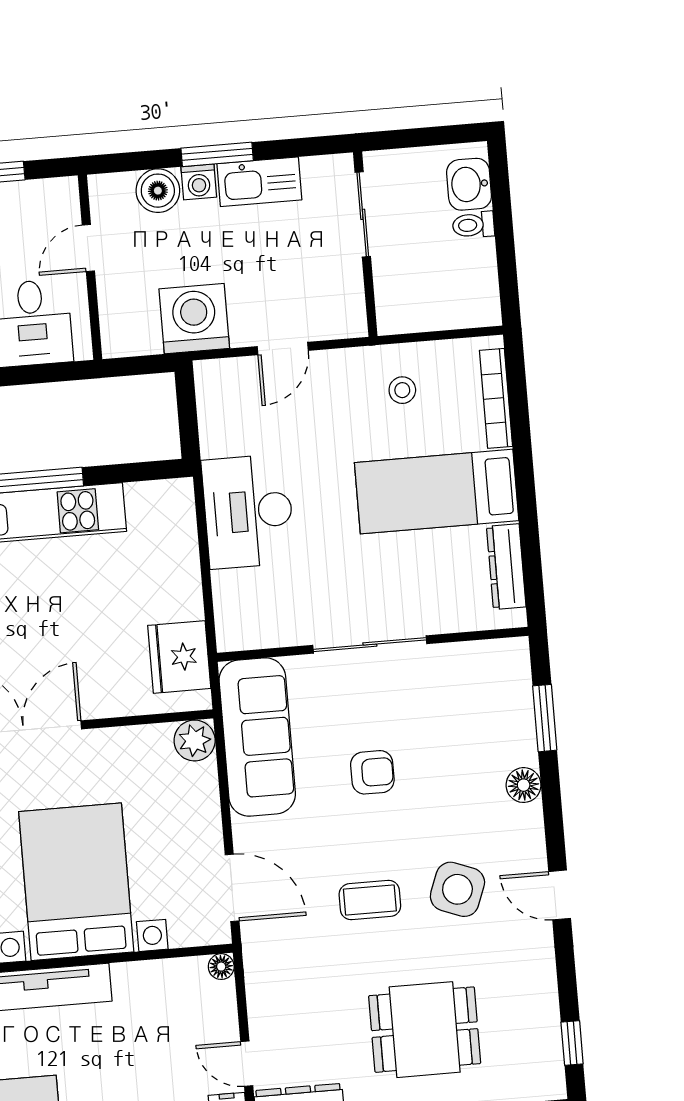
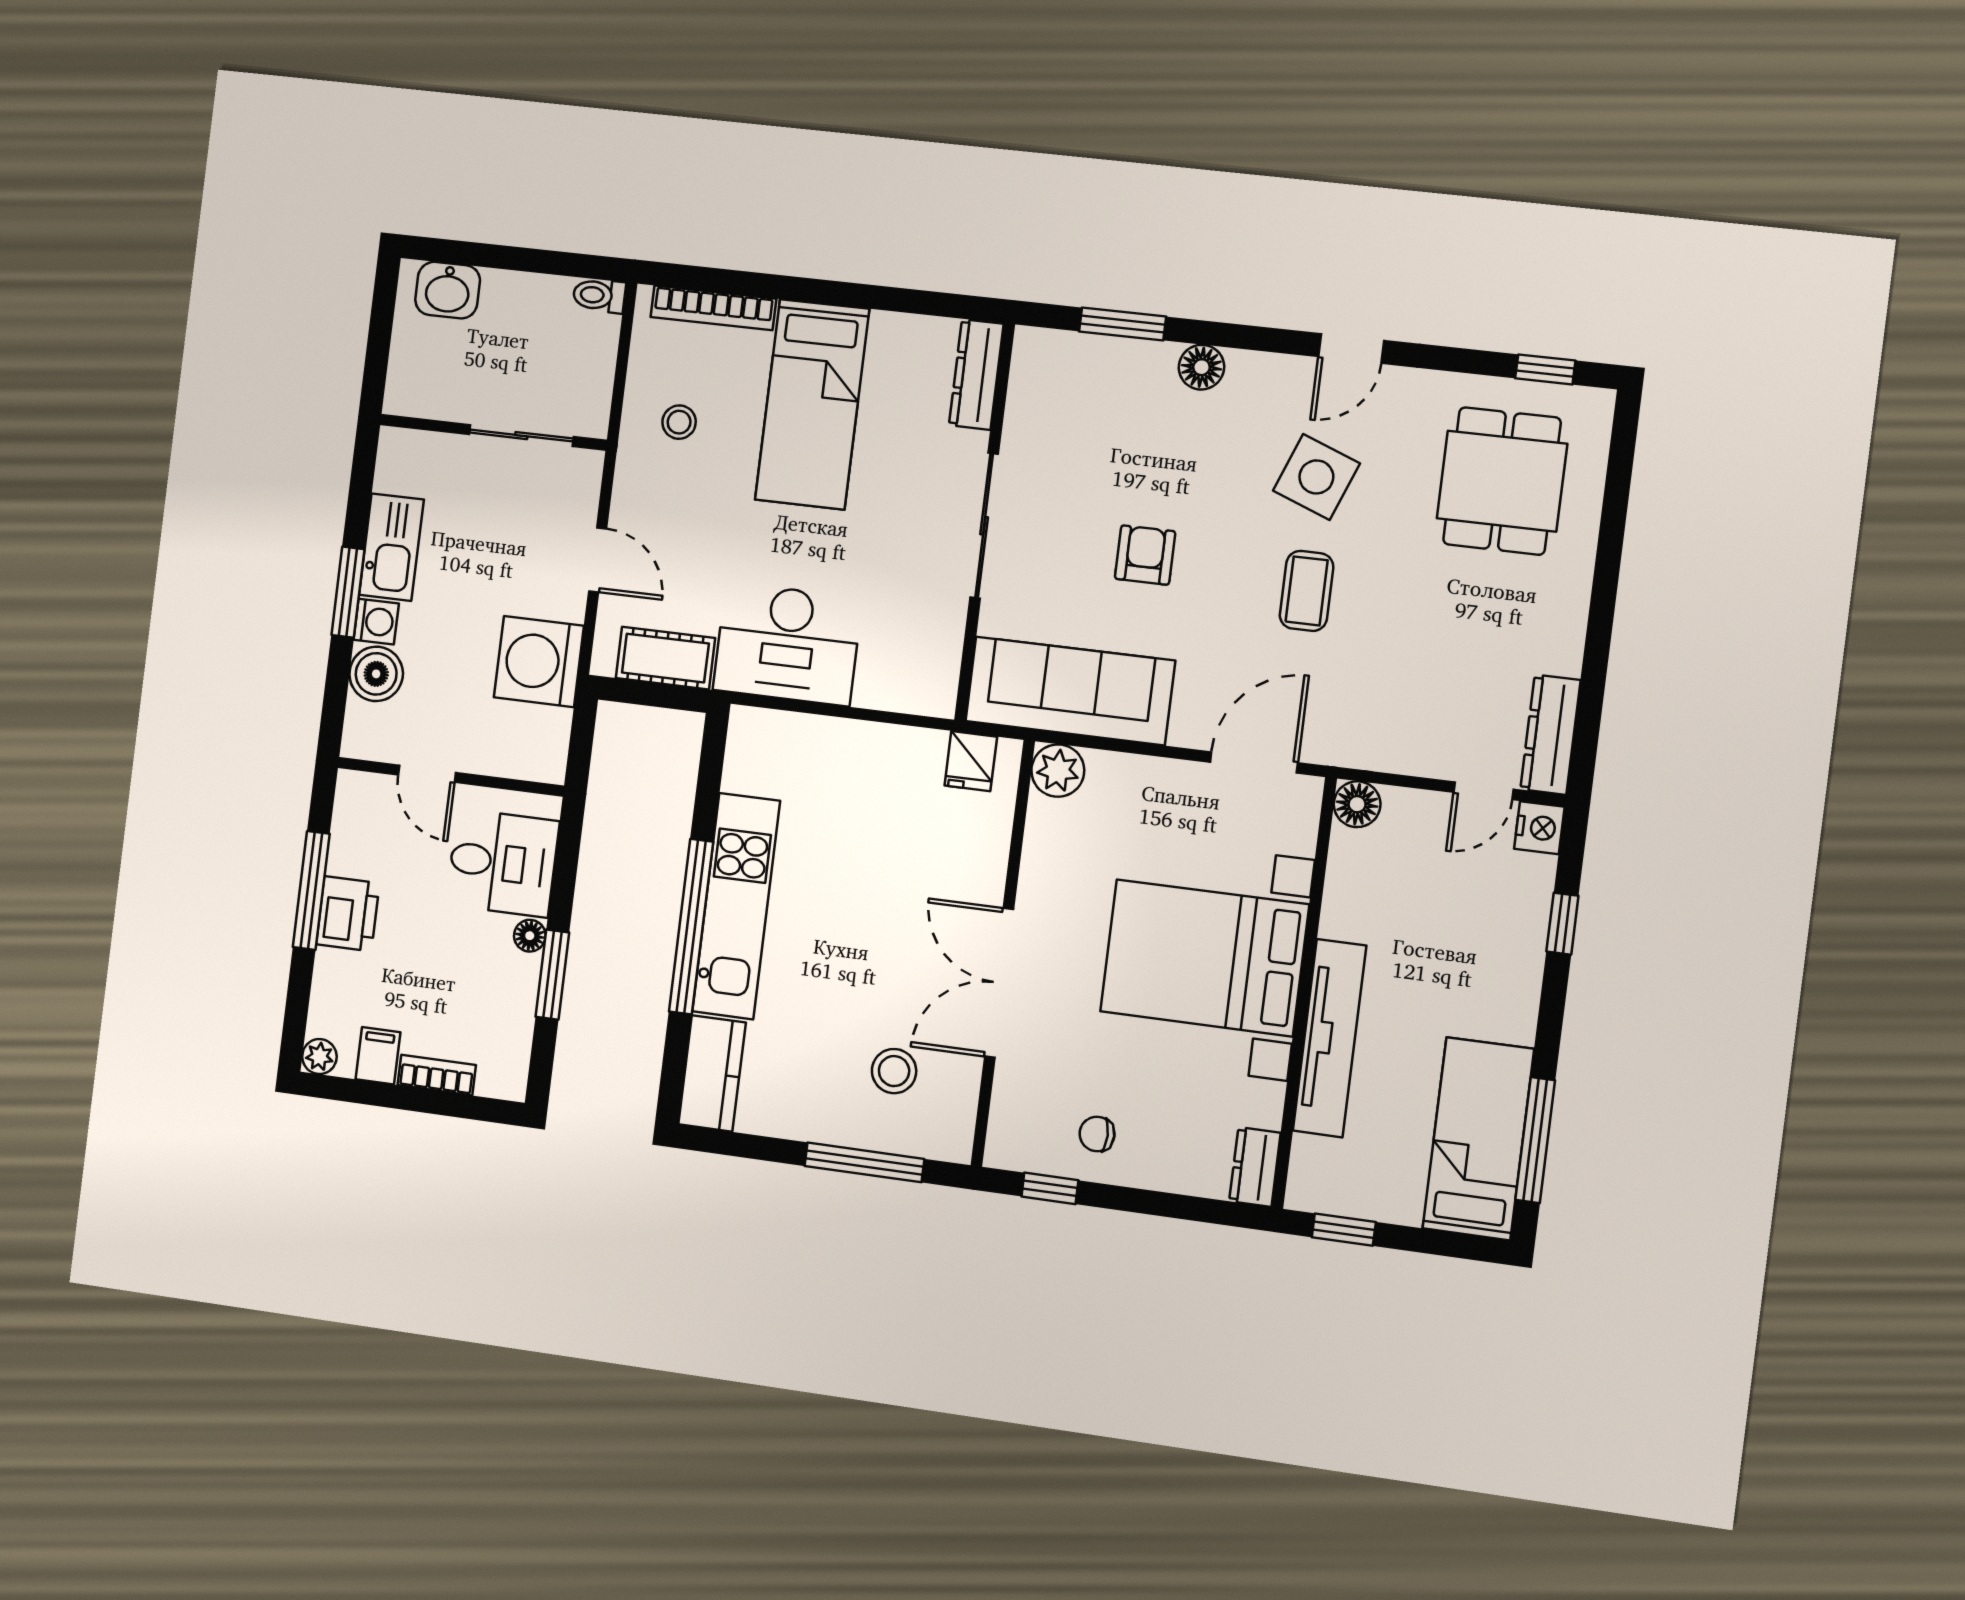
sliding door: (363, 214) -> (521, 436), moved
toilet: (473, 225) -> (599, 295), moved, turned 90
cot: (218, 418) -> (665, 658), added
dresser: (506, 567) -> (976, 375), moved, turned 90
fridge: (179, 657) -> (971, 761), width x0.53, depth x0.75
floor lamp: (221, 967) -> (1357, 804), width x1.37, depth x1.37
dining table: (425, 1030) -> (1502, 481), moved

